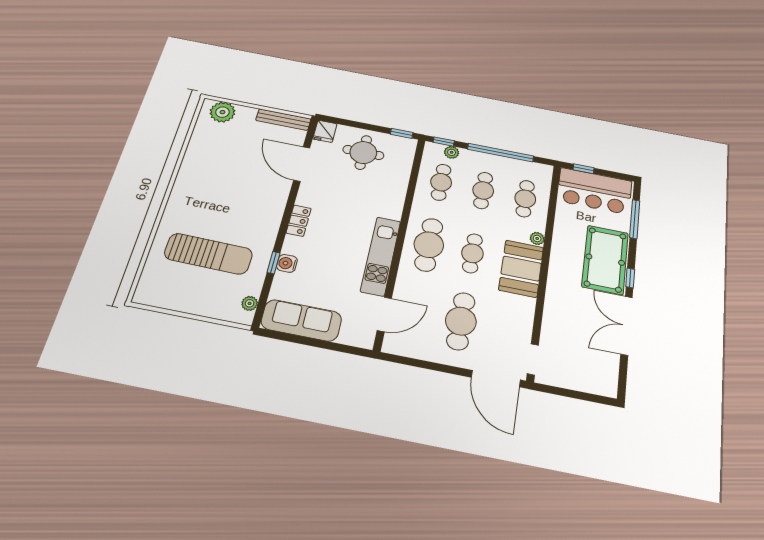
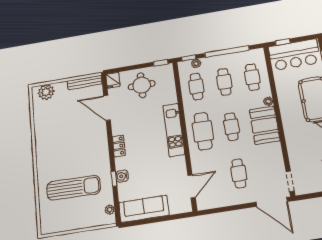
kitchen unit: (381, 256) -> (174, 130), moved
cafe table: (461, 321) -> (239, 173), width x0.73, depth x0.74

